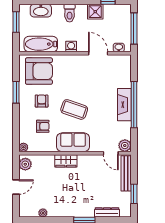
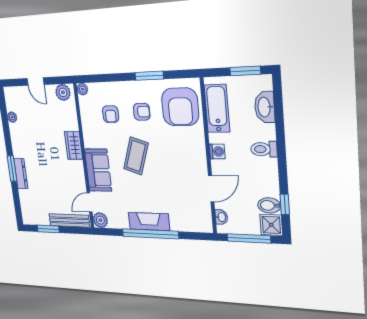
shower: (95, 12) -> (271, 225), moved
bidet: (109, 12) -> (269, 205), added
sofa: (73, 142) -> (98, 170), moved
dresser: (107, 212) -> (21, 174), moved

